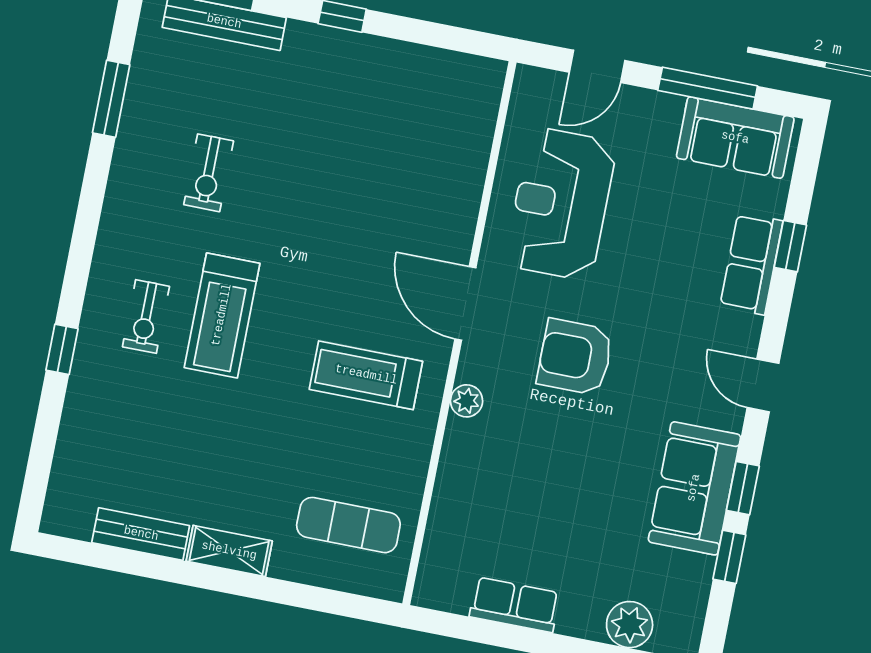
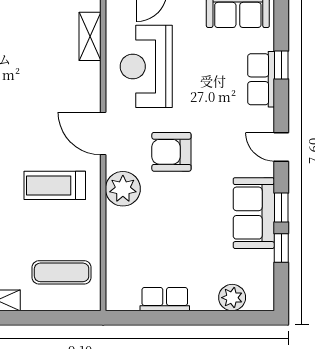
shelving: (475, 134) -> (90, 36), added
plant: (467, 401) -> (123, 189), width x1.87, depth x1.87

